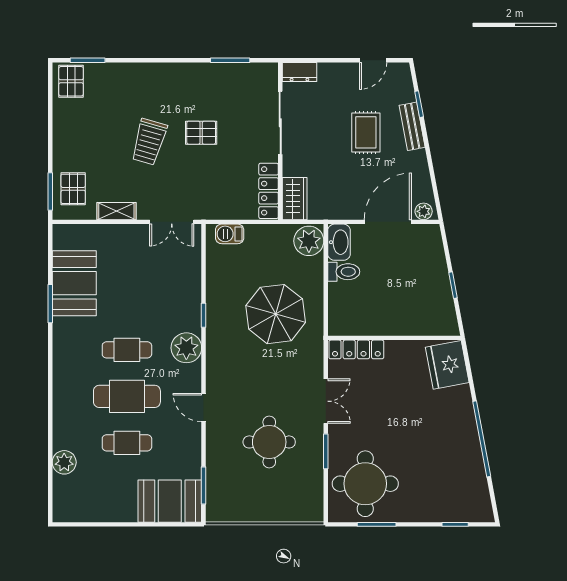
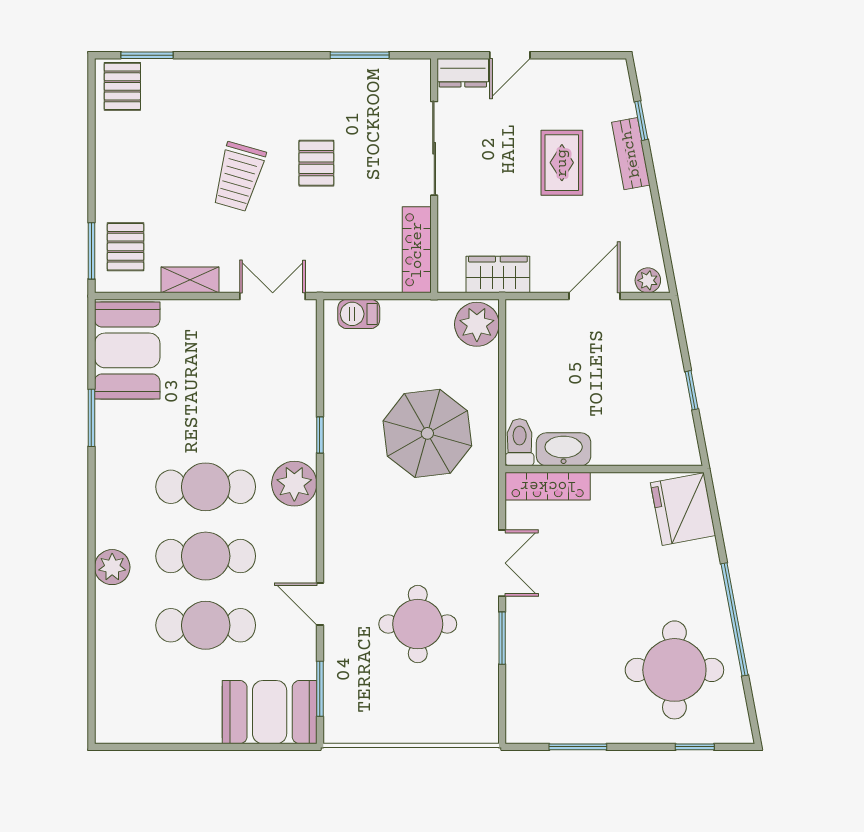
door: (373, 60) -> (510, 55), moved
pallet: (201, 133) -> (316, 163), turned 90
wardrobe: (295, 199) -> (498, 275), moved, turned -90
double door: (172, 222) -> (273, 296), swing flipped
door: (388, 222) -> (595, 296), width x0.73
washbasin: (339, 242) -> (564, 449), moved, turned -90
toilet: (344, 272) -> (520, 442), moved, turned -90
booth: (74, 283) -> (127, 350), moved
cafe table: (127, 350) -> (206, 487), width x1.37, depth x1.35
door: (204, 407) -> (320, 604), moved
cafe table: (127, 443) -> (206, 625), width x1.37, depth x1.35
plant: (64, 462) -> (112, 567), moved
round table: (365, 484) -> (674, 670), moved

